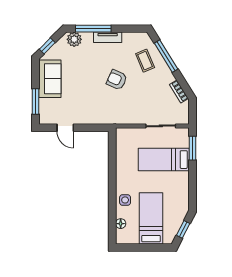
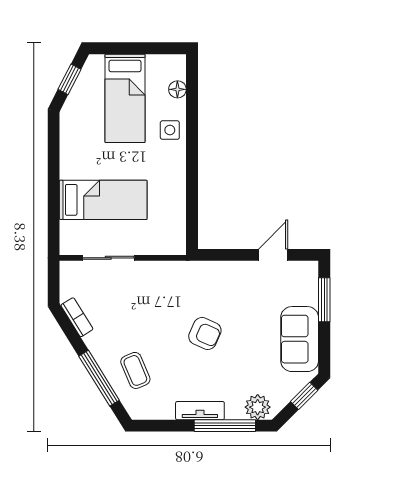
armchair: (117, 80) -> (205, 334), moved
door: (65, 128) -> (273, 255), hinge flipped
window: (192, 148) -> (54, 219), removed

